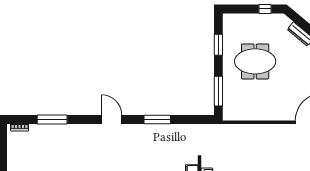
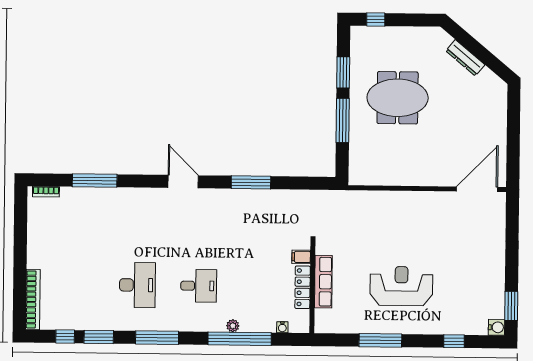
window: (265, 9) -> (376, 19), moved
window: (218, 91) -> (343, 120), moved

